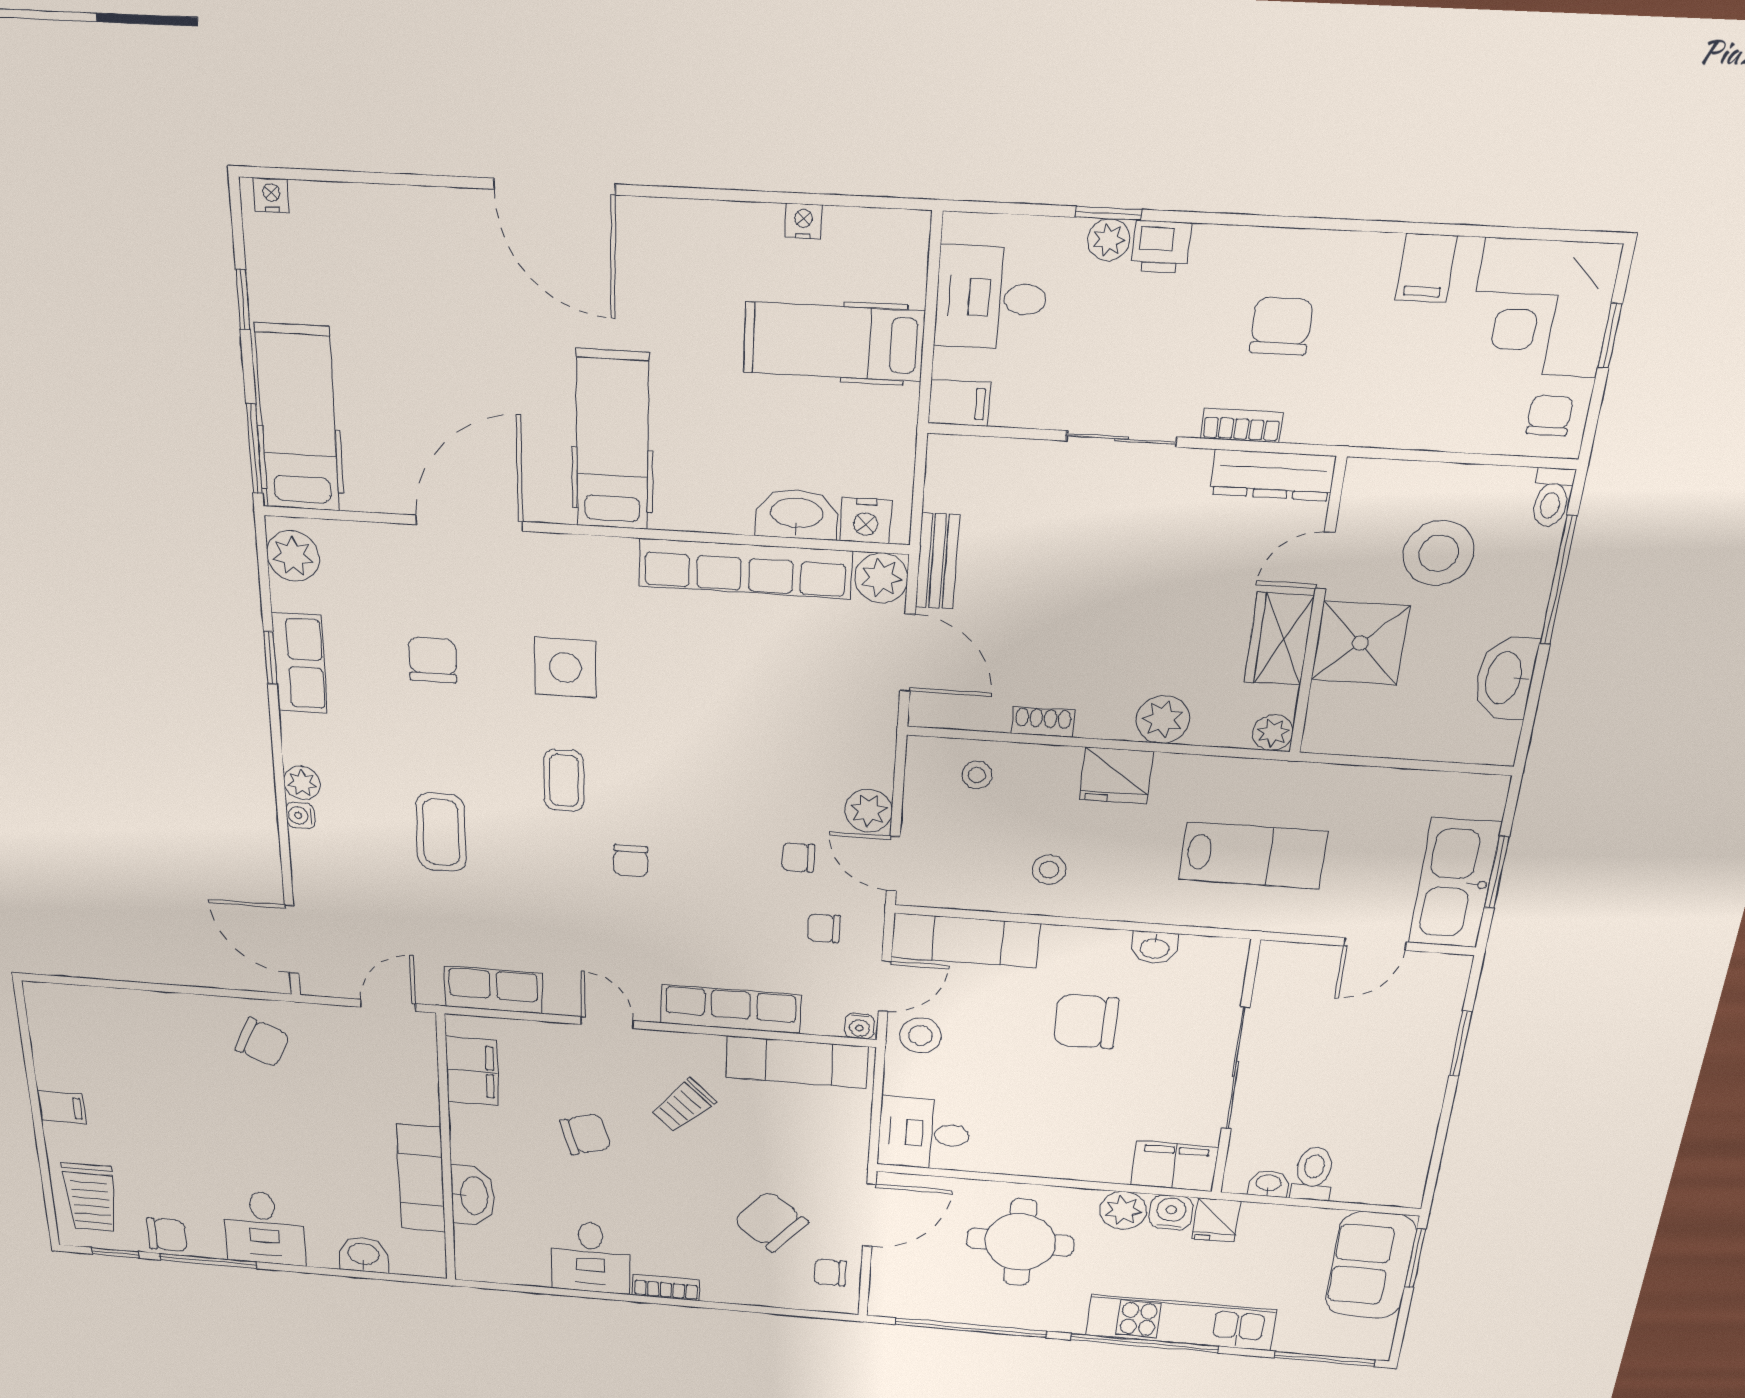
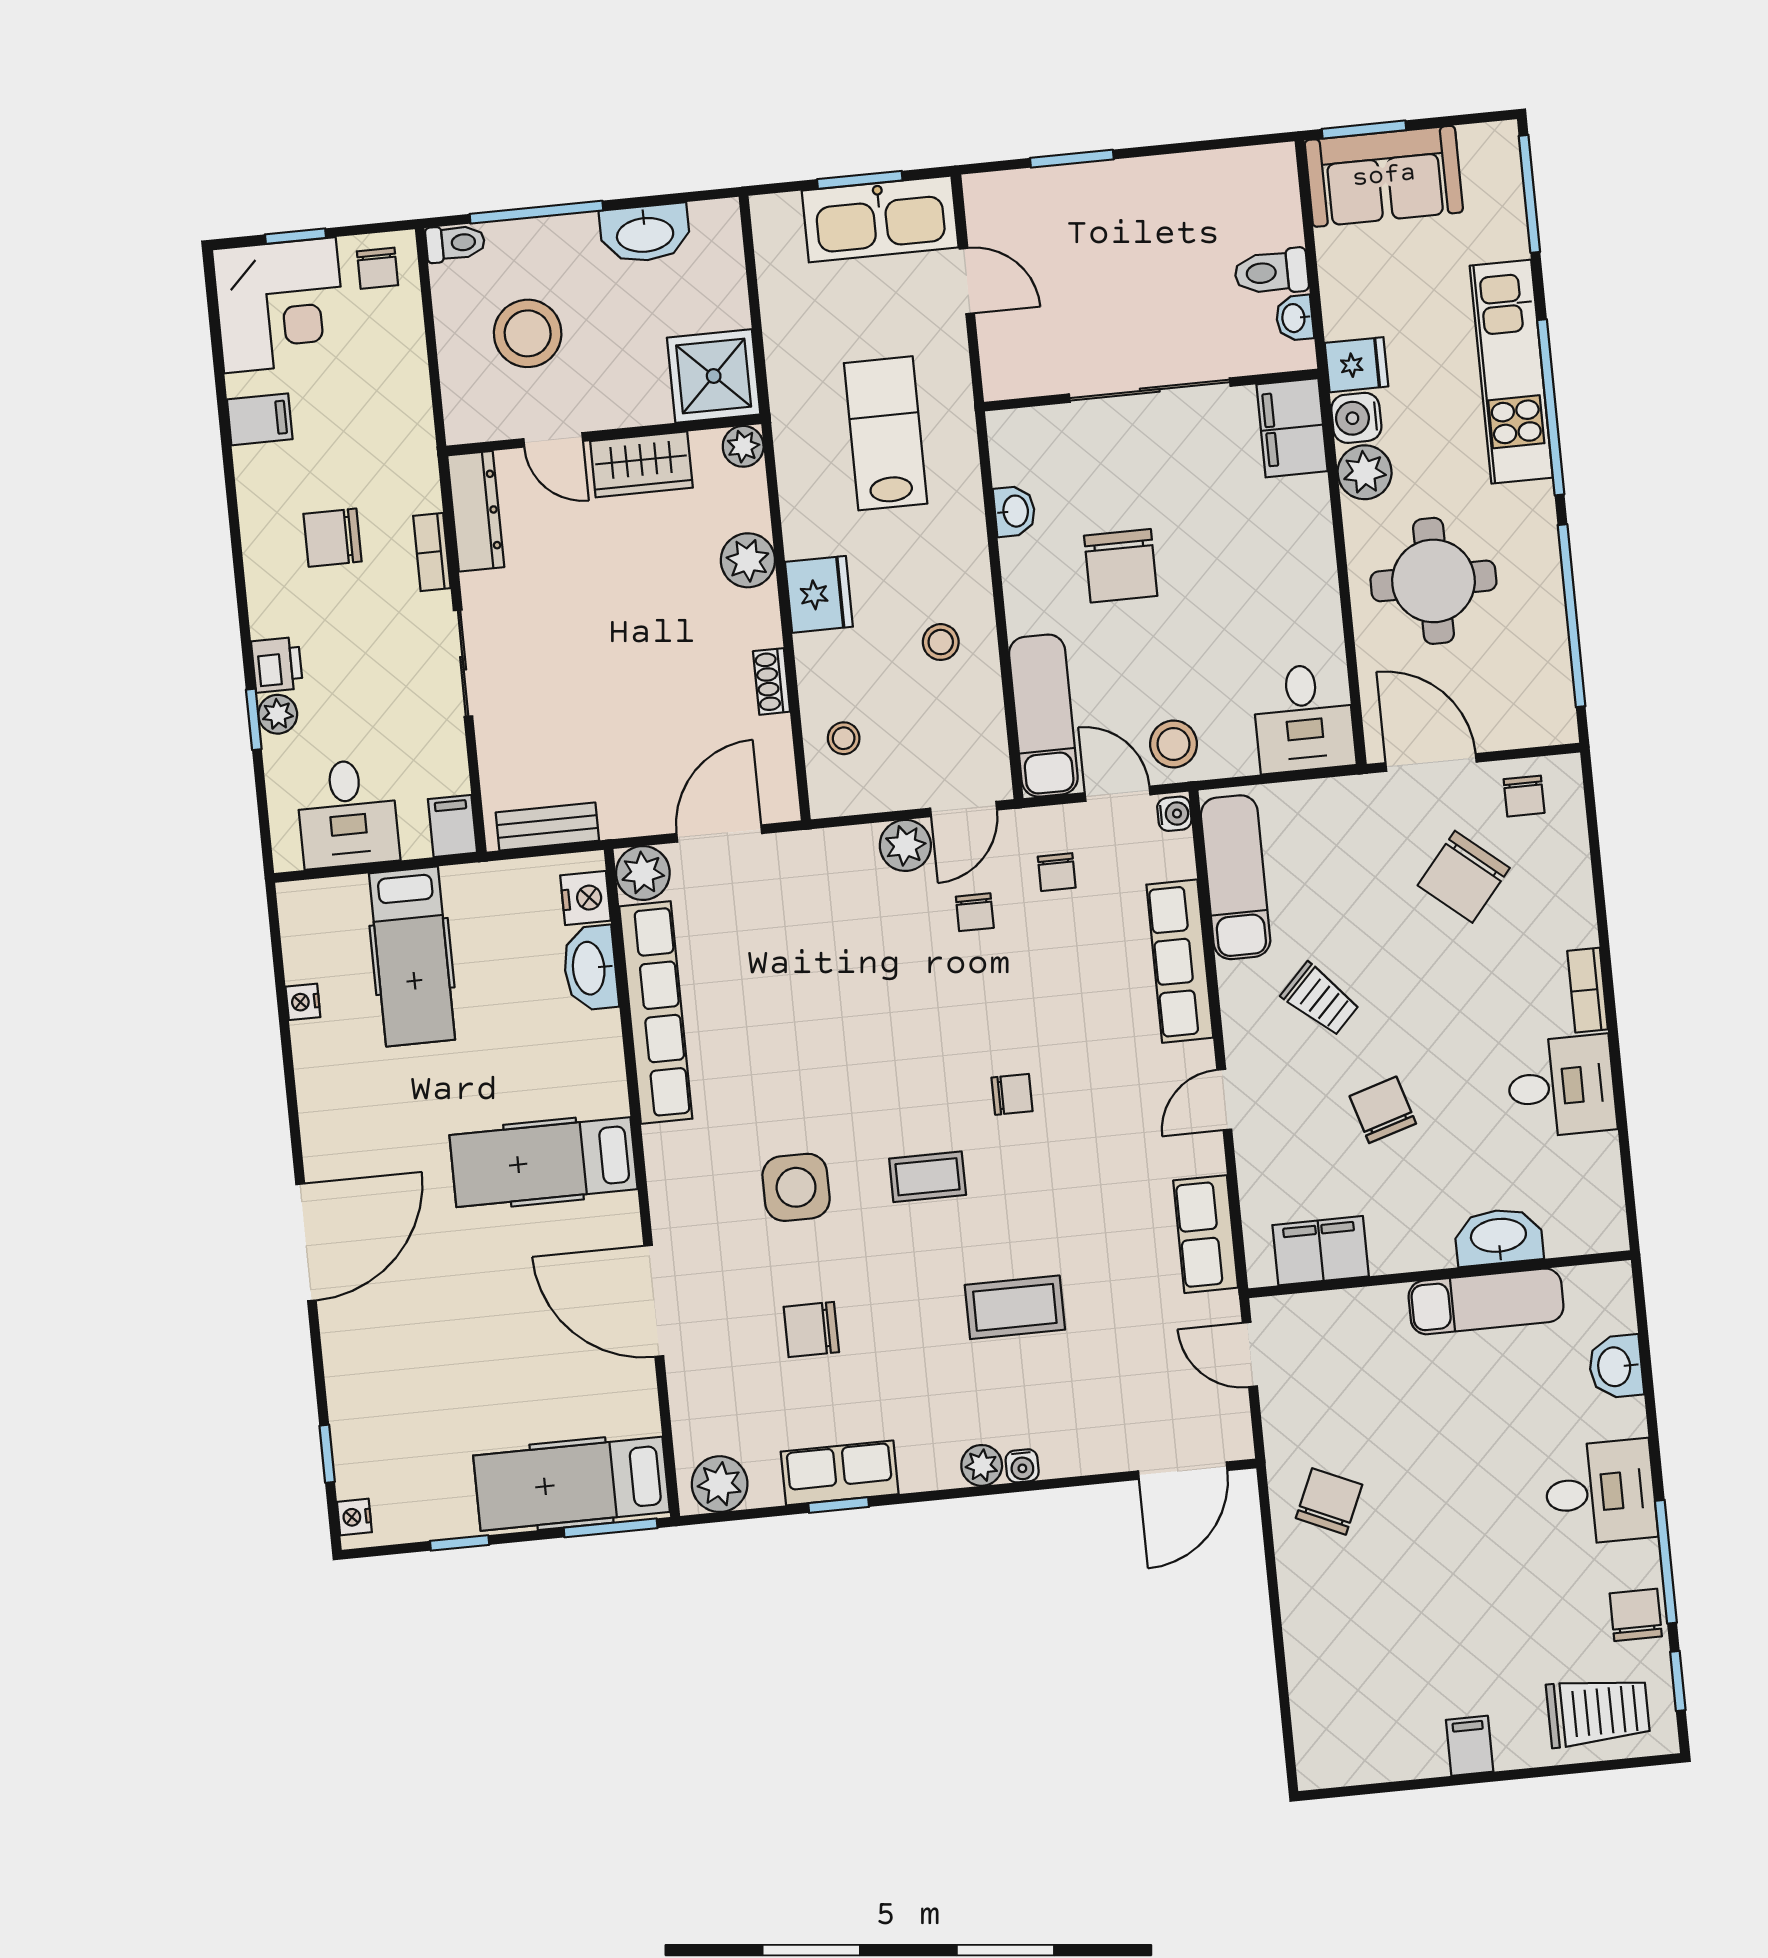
window: (336, 176) -> (327, 1454), added
chair: (1550, 416) -> (378, 268), turned -90
bench: (937, 561) -> (547, 826), moved
shower: (1360, 643) -> (714, 376), moved

